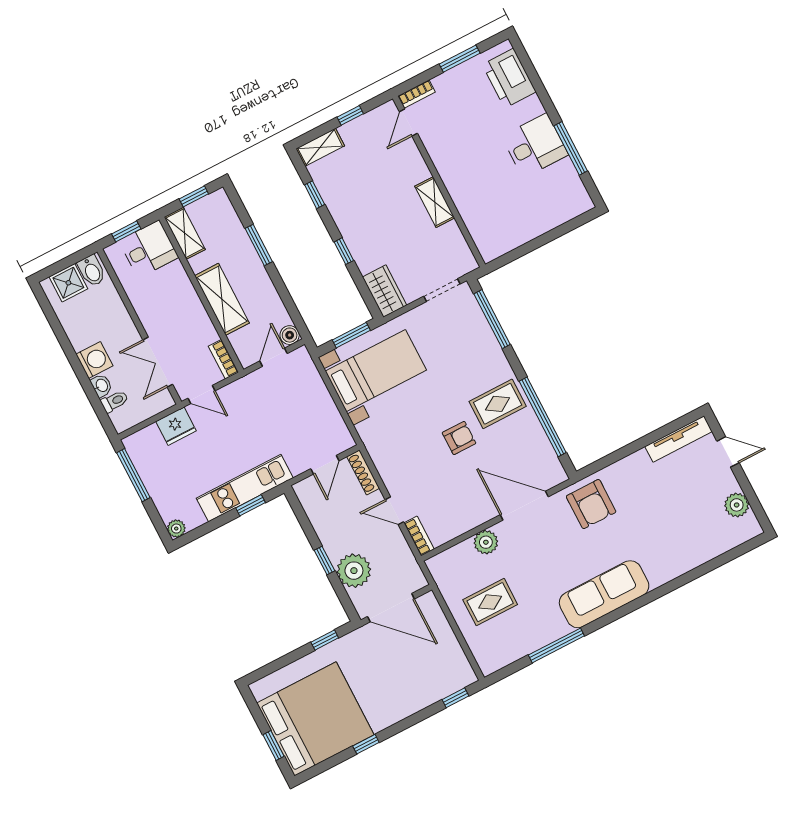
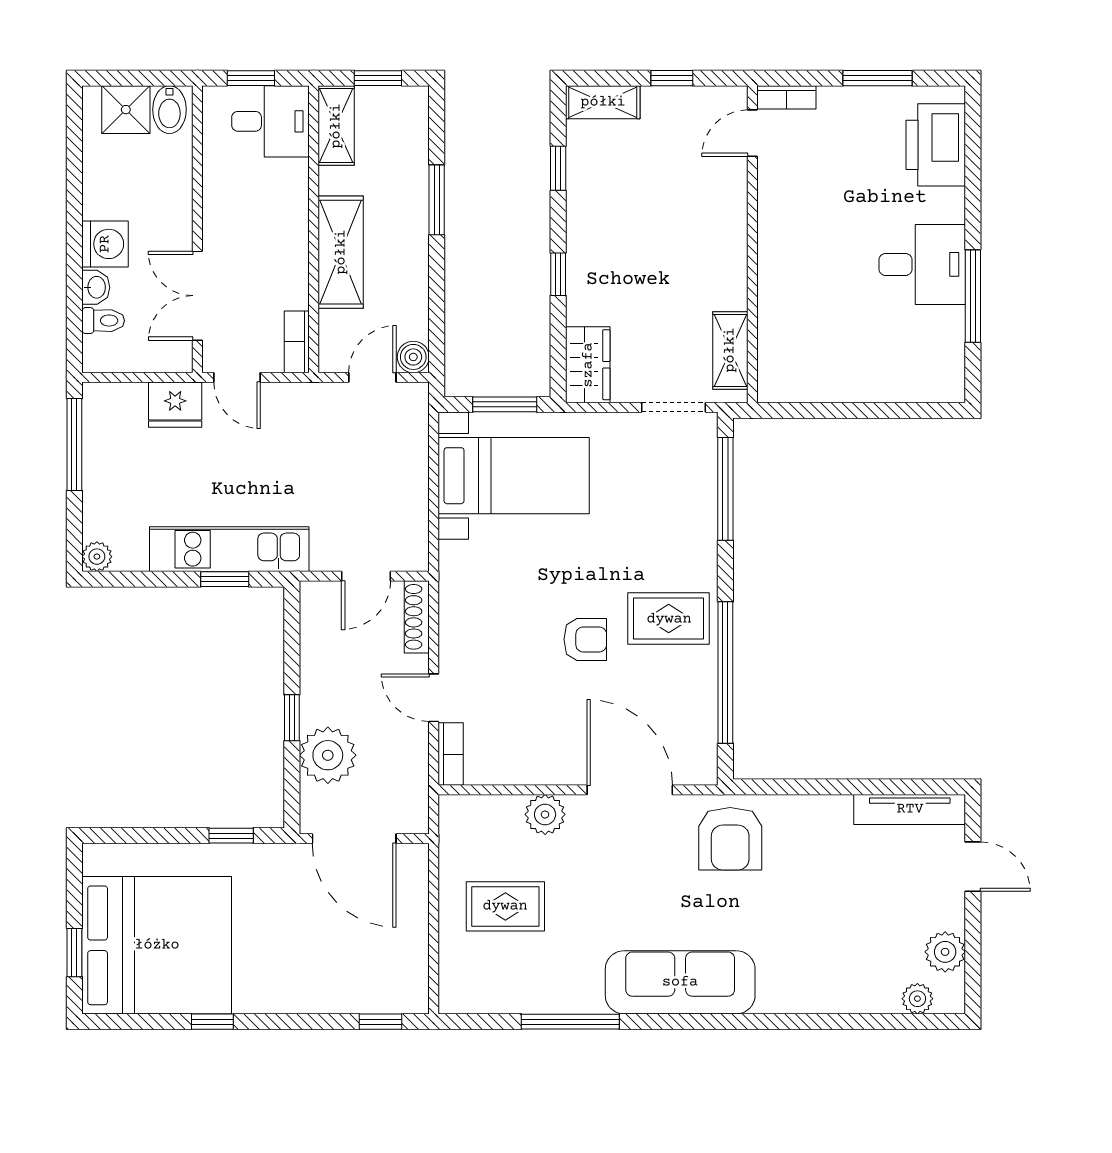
shelving: (435, 202) -> (730, 350), moved
plant: (735, 538) -> (917, 999), added

